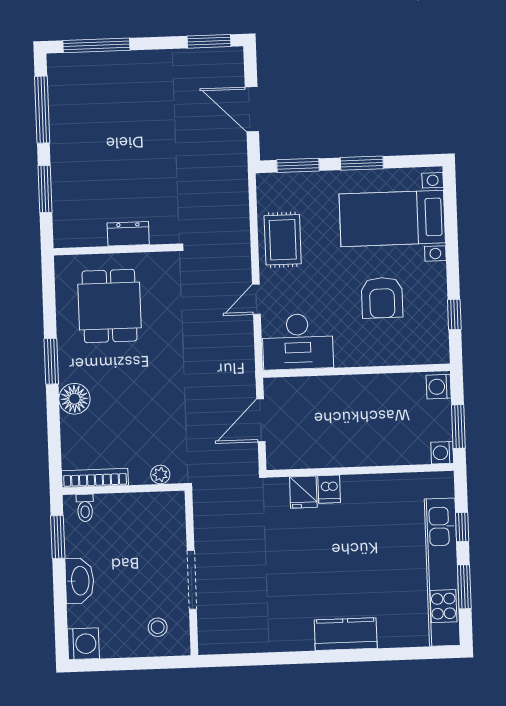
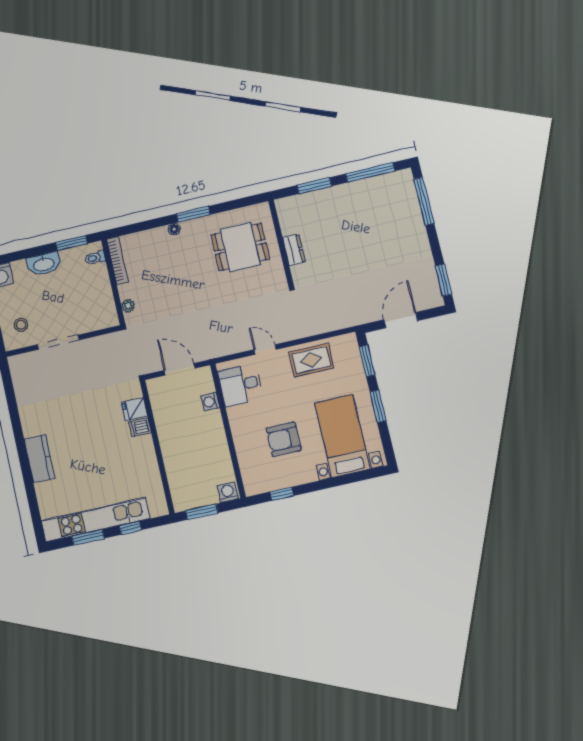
desk: (298, 342) -> (241, 385), width x0.73
floor lamp: (74, 399) -> (174, 229), width x0.53, depth x0.53
washing machine: (442, 453) -> (210, 402), moved, turned -90

